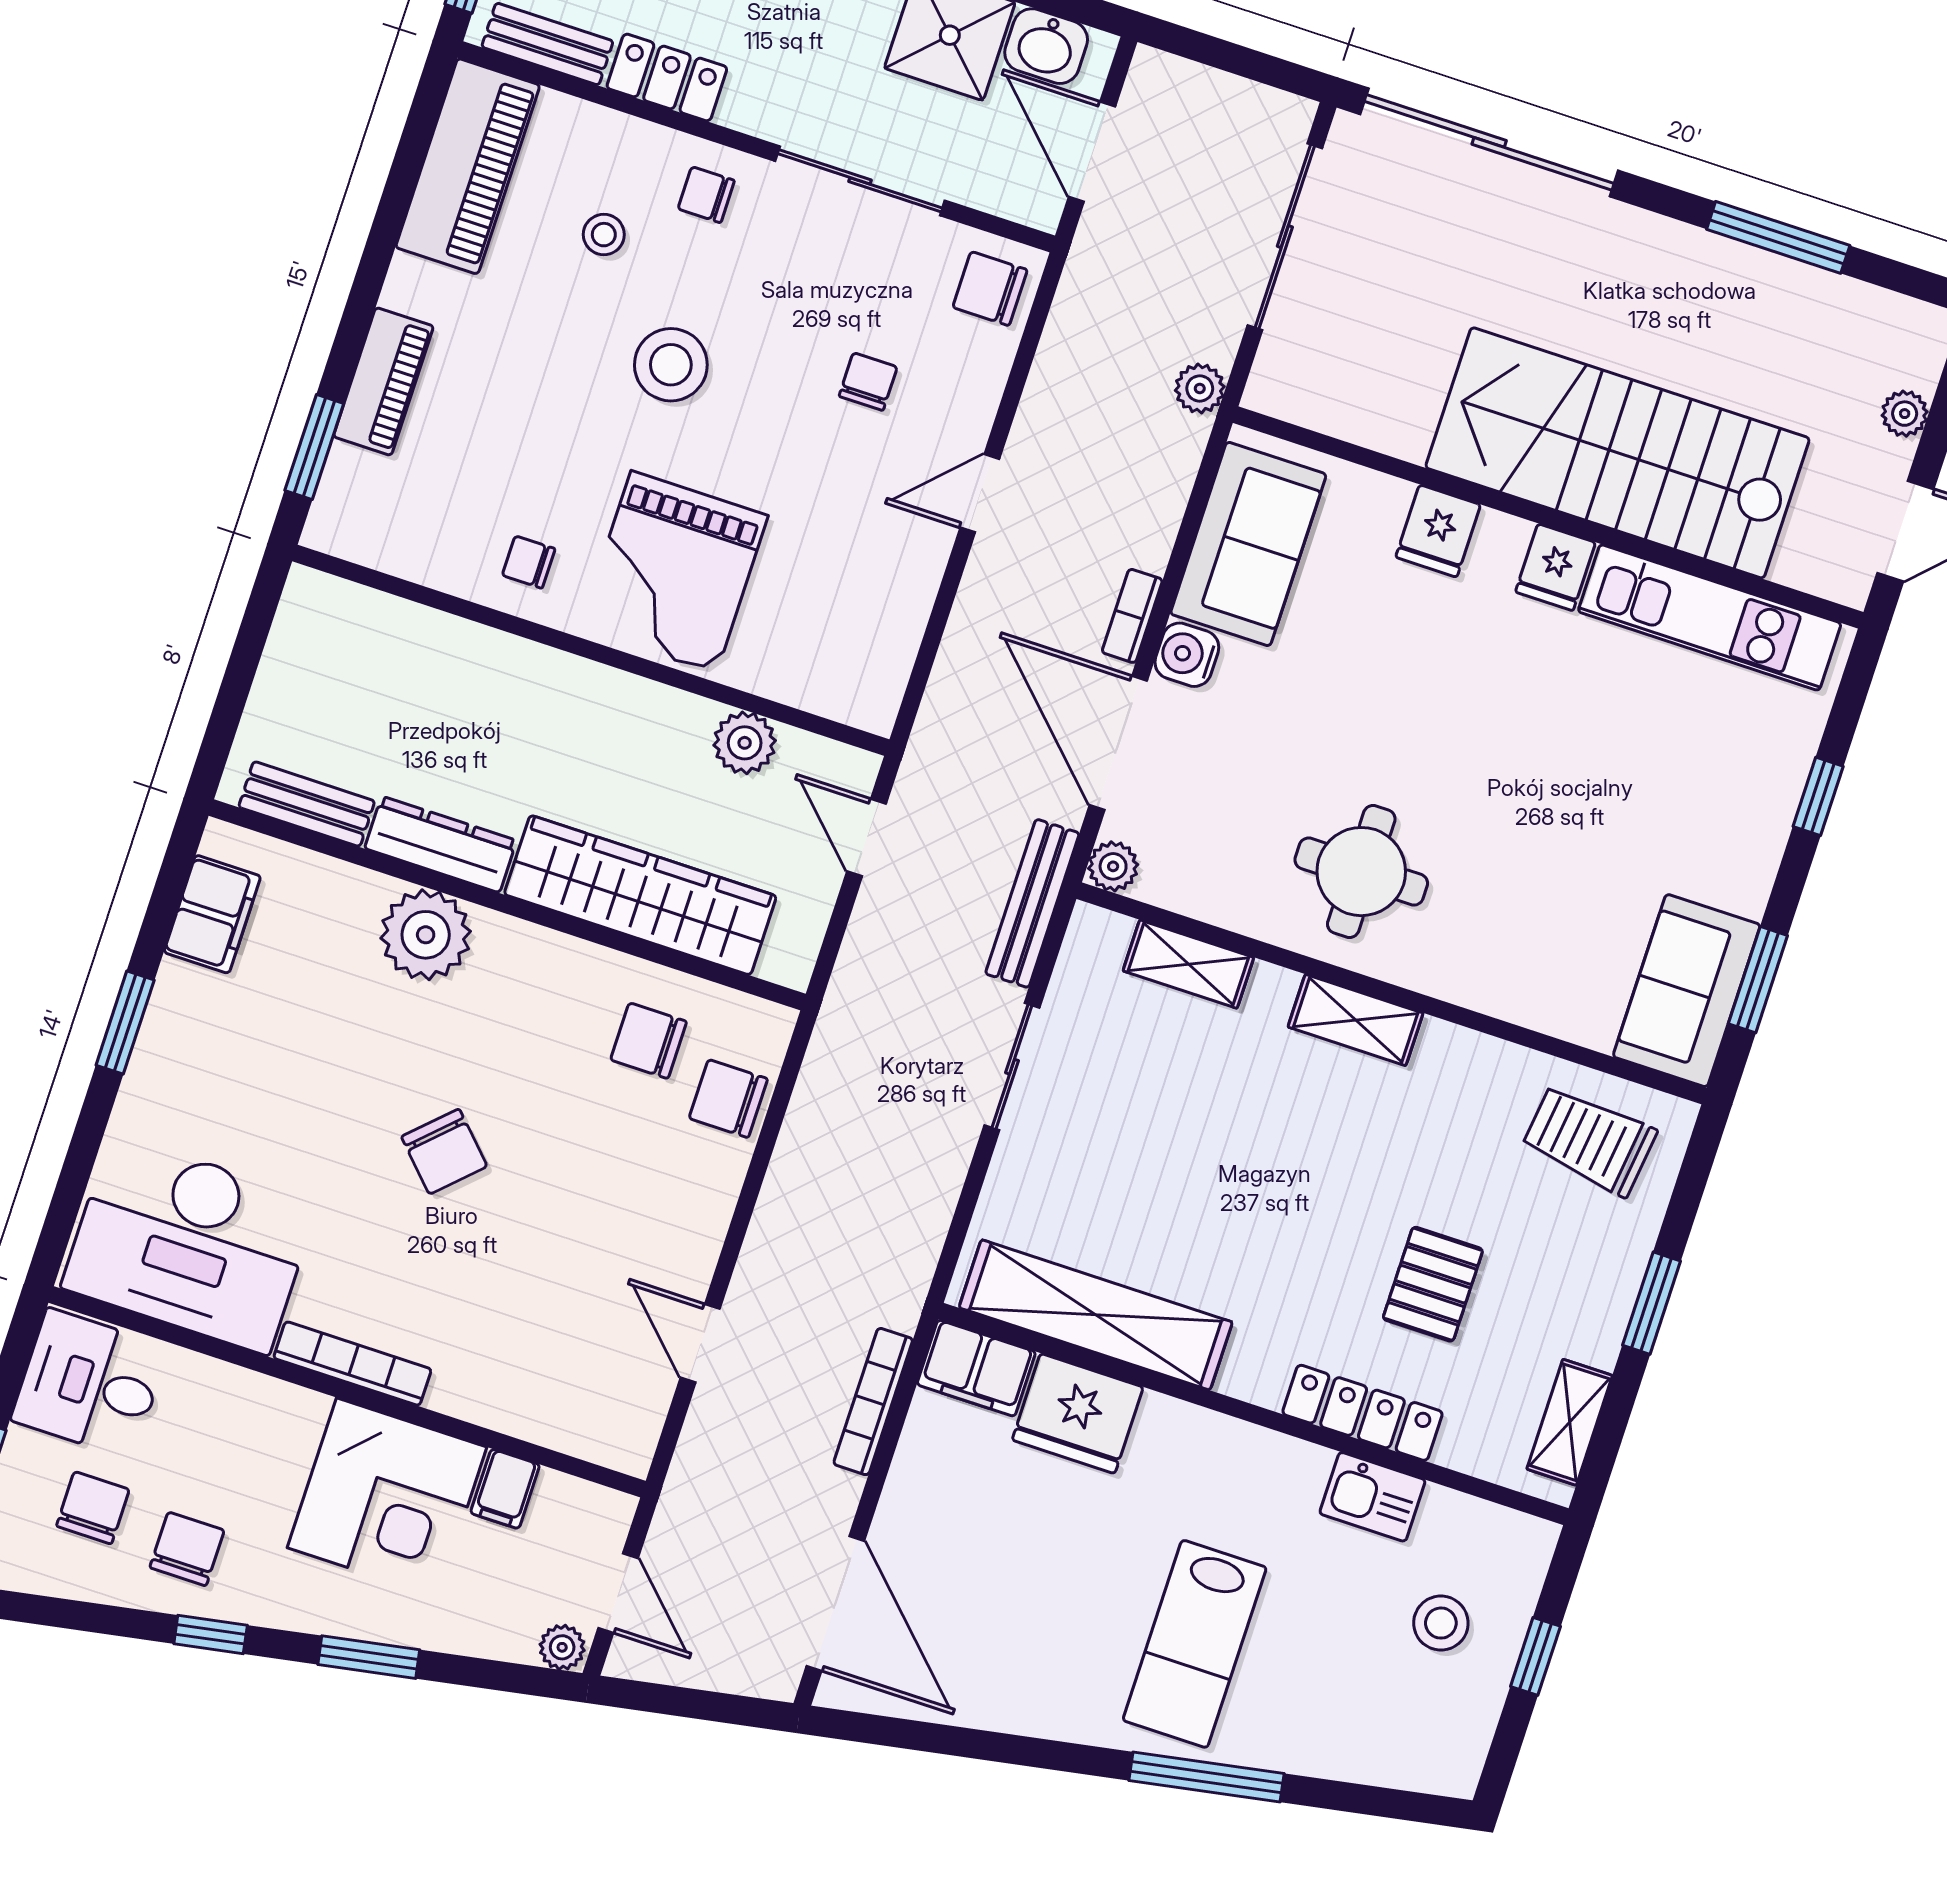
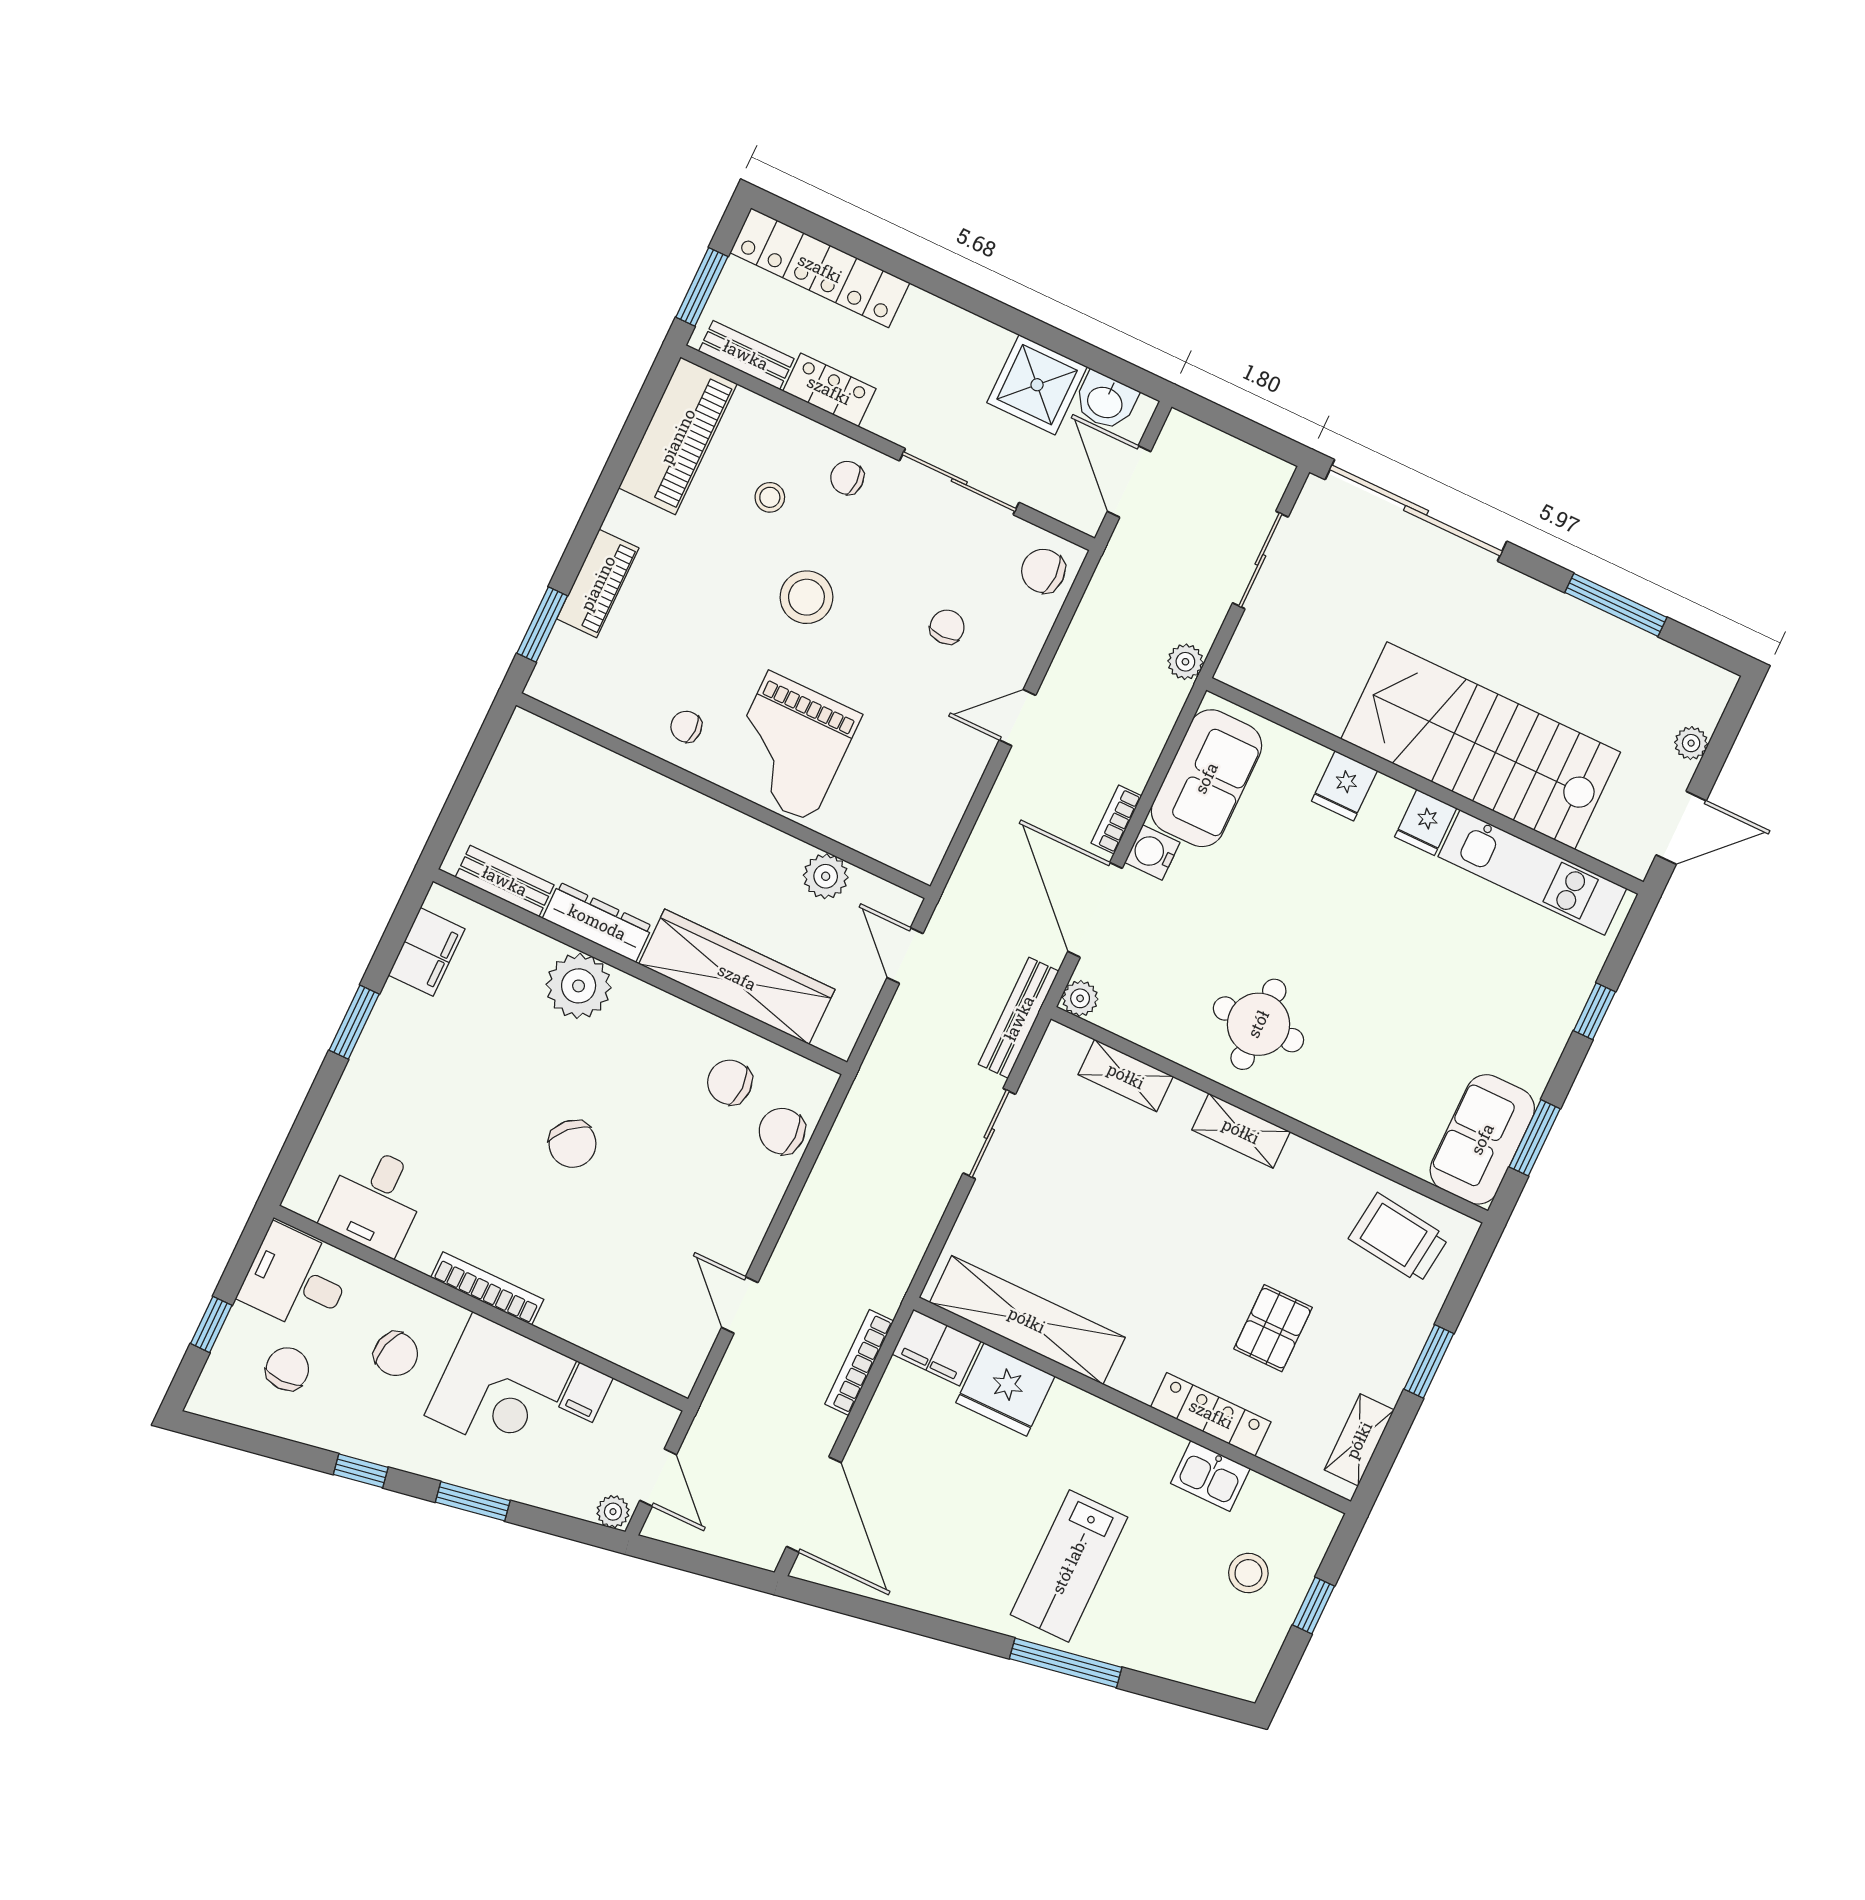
sliding door: (1285, 237) -> (1260, 560), width x0.73
desk: (190, 1244) -> (375, 1200), width x0.53, depth x0.77
chair: (187, 1549) -> (396, 1354), moved, turned 106

